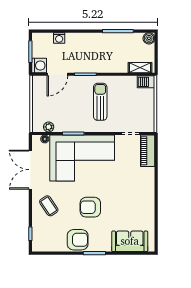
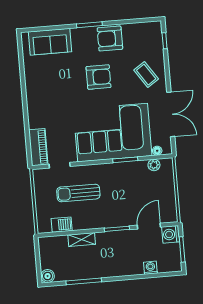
shelving: (140, 68) -> (82, 239), moved
barbecue: (146, 82) -> (62, 225), moved
sun lounger: (100, 102) -> (78, 193), moved, turned 90

